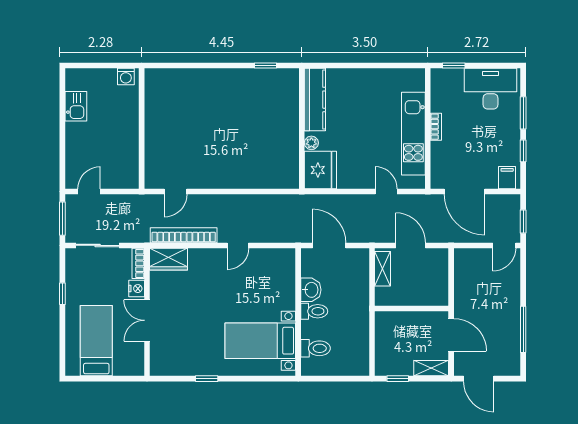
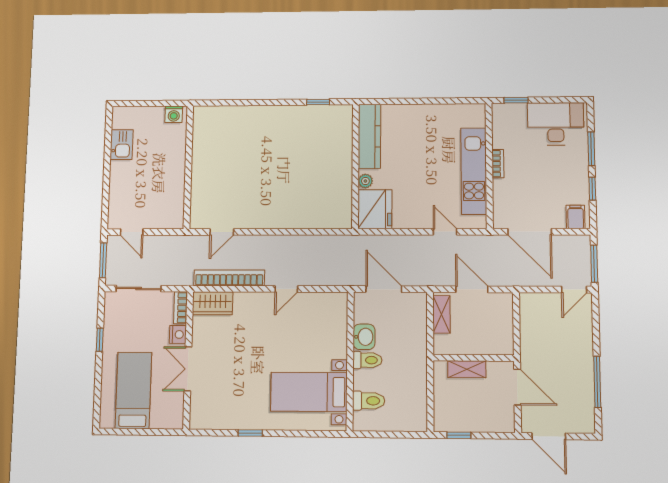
door: (89, 191) -> (132, 232), swing flipped
window: (523, 221) -> (594, 264), width x1.50
shelving: (431, 368) -> (467, 369), moved

